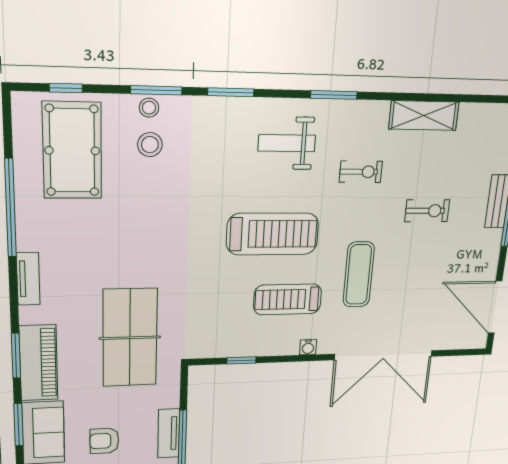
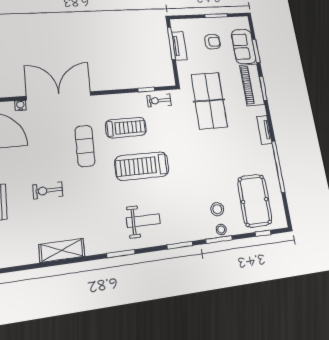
exercise bike: (361, 172) -> (159, 100), moved
water cooler: (308, 347) -> (20, 105), moved

